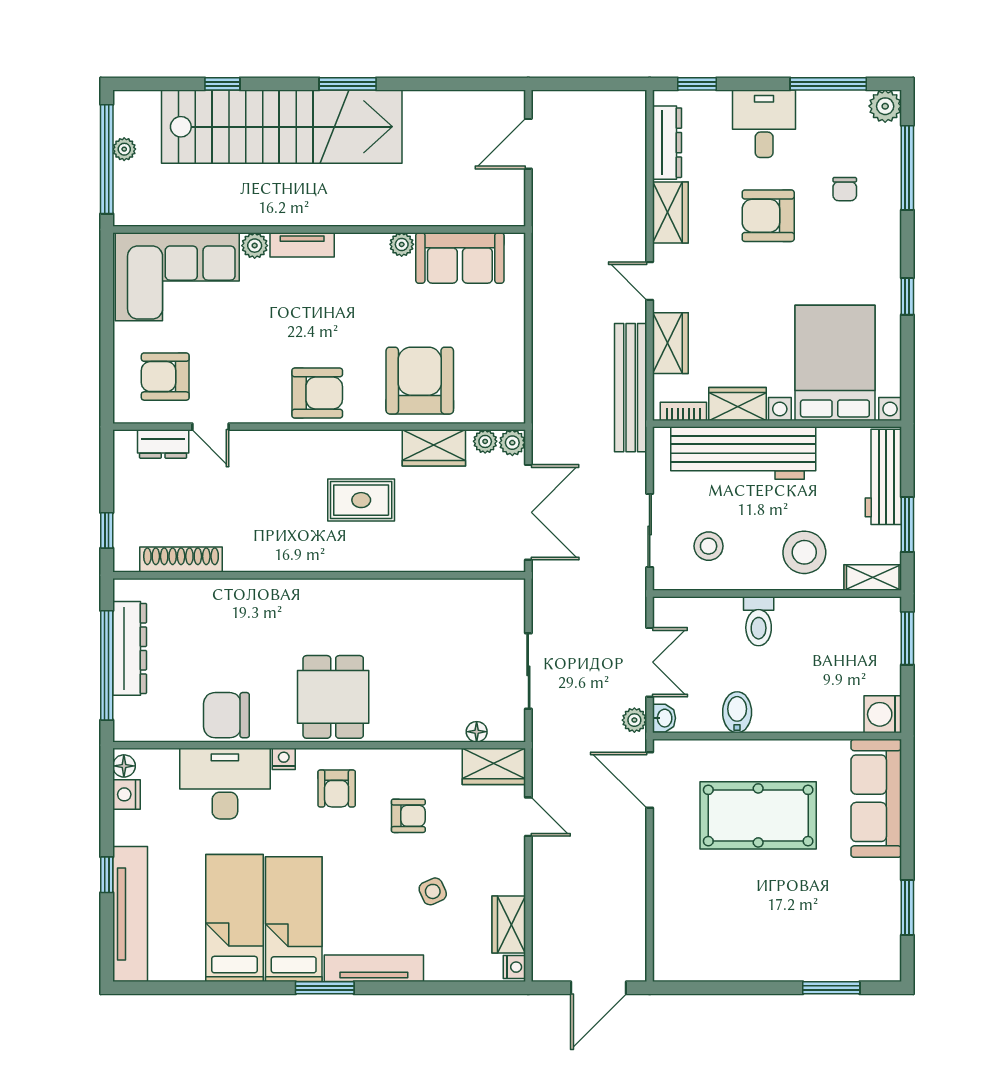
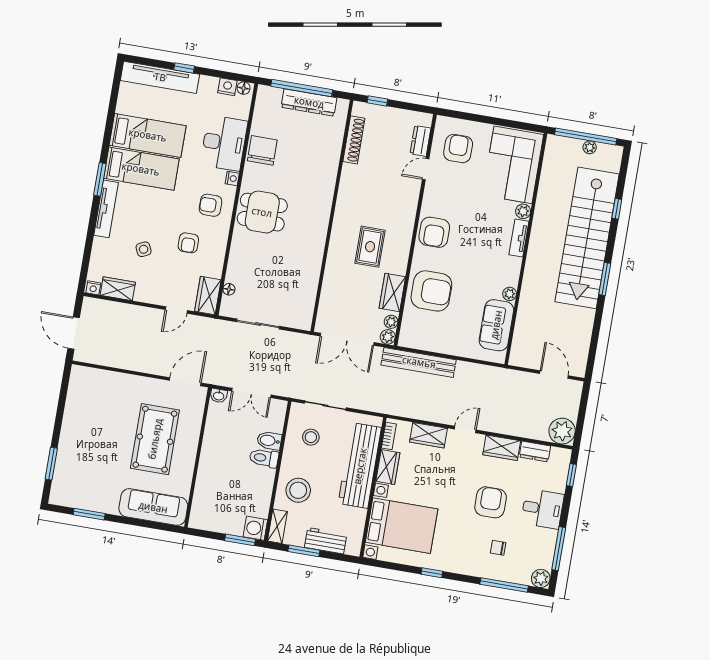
dresser: (667, 143) -> (535, 451), width x0.70
bench: (631, 388) -> (419, 362), moved
workbench: (883, 477) -> (326, 541), width x0.73
bidet: (737, 712) -> (269, 441), moved, turned 180
washing machine: (883, 714) -> (255, 528), moved, turned -90
plant: (634, 720) -> (562, 431), moved, width x1.87, depth x1.87

